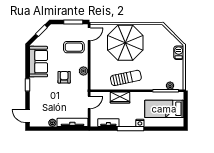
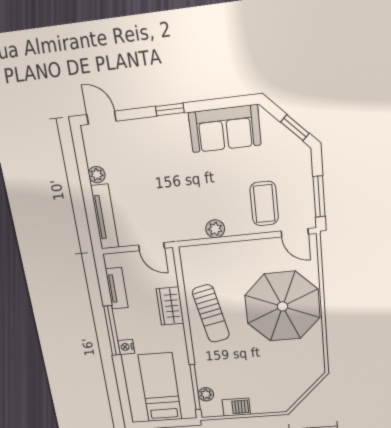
barbecue: (179, 53) -> (236, 407), moved
armchair: (64, 77) -> (197, 190), removed
door: (28, 116) -> (101, 118), hinge flipped

